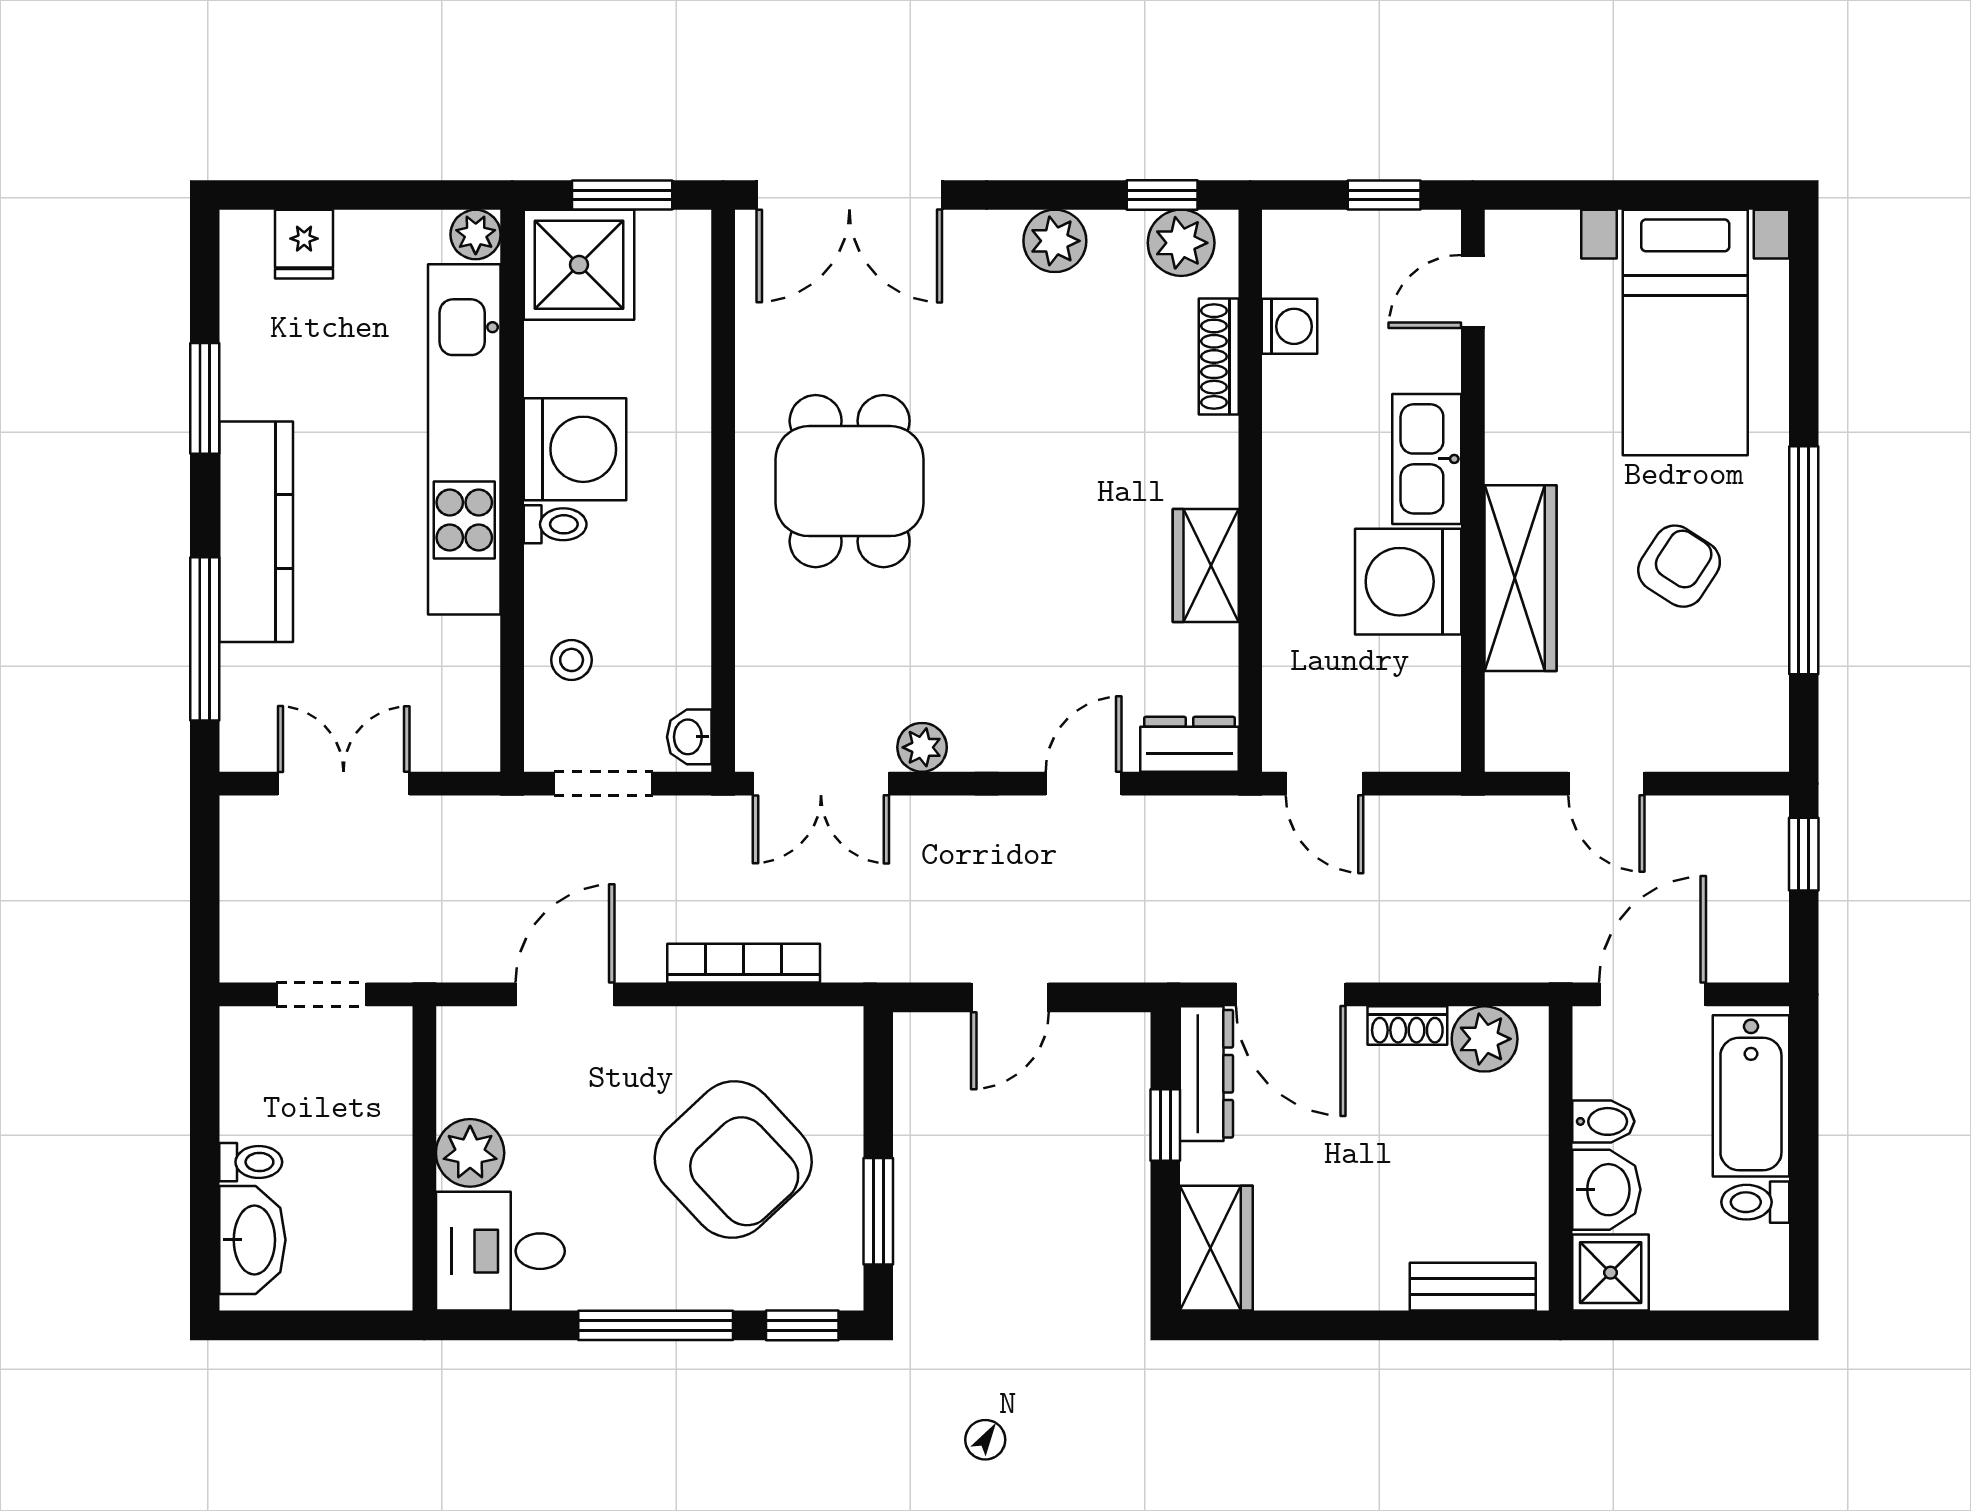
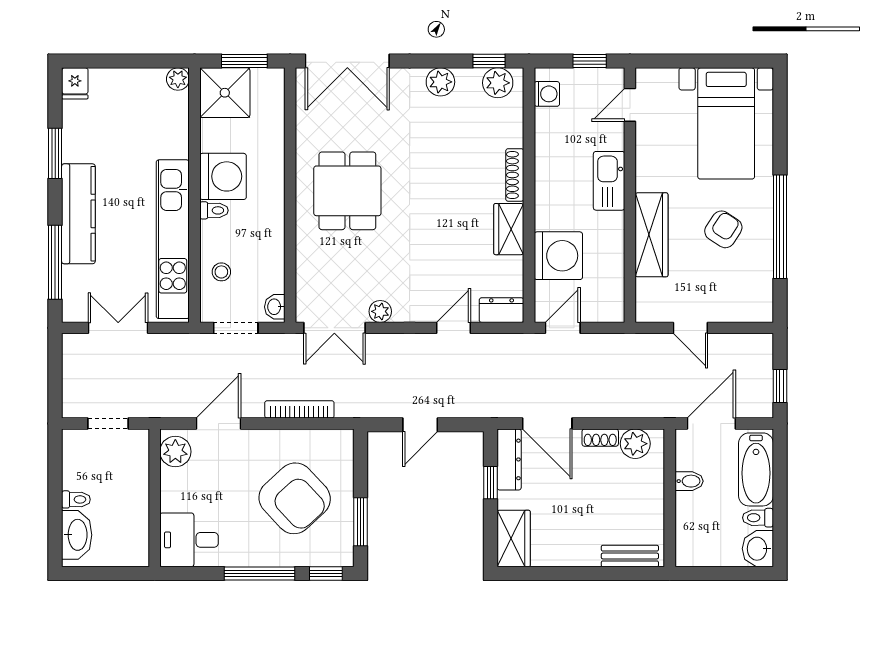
fridge: (304, 244) -> (75, 83), moved
washing machine: (1290, 326) -> (547, 94), moved
shoe rack: (1219, 357) -> (515, 175), moved
kitchen unit: (464, 439) -> (173, 239), moved
washing machine: (1408, 582) -> (558, 256), moved, turned 180
door: (1324, 784) -> (563, 328), swing flipped
window: (1804, 854) -> (780, 386), moved
plant: (470, 1153) -> (175, 452), moved
washbasin: (1606, 1190) -> (758, 549), moved, turned 180
shower: (1611, 1273) -> (692, 550), removed

